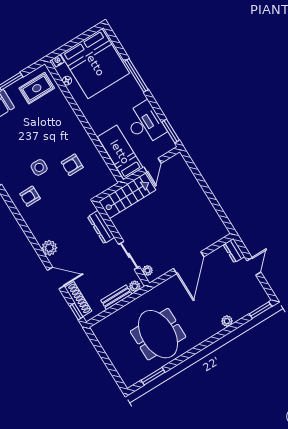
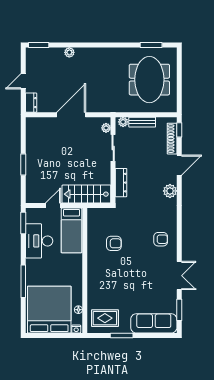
side table: (39, 167) -> (140, 257), removed
window: (205, 187) -> (23, 165), added
door: (56, 278) -> (179, 165), swing flipped
meeting table: (158, 334) -> (149, 80), moved

